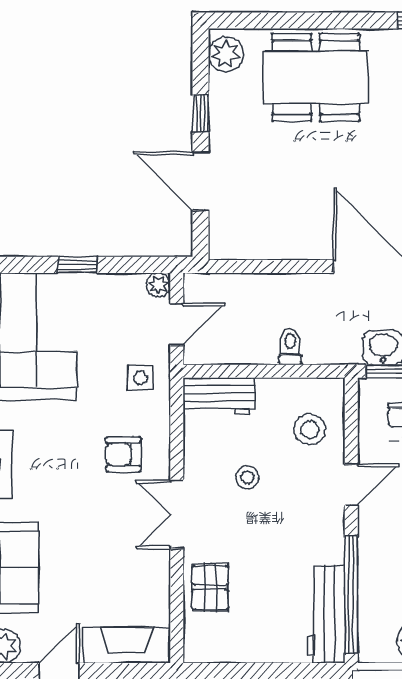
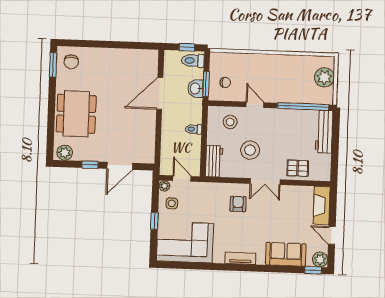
side table: (141, 378) -> (172, 203), moved
armchair: (123, 454) -> (238, 204), turned 180
stool: (247, 477) -> (250, 150), width x1.89, depth x1.89
workbench: (326, 614) -> (324, 132), moved, turned 90

